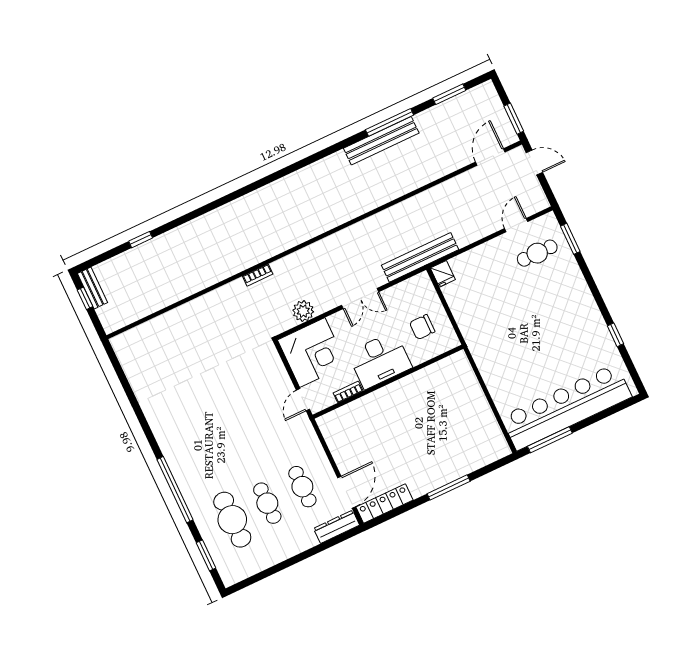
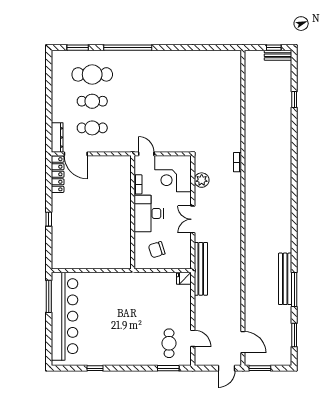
chair: (422, 327) -> (157, 250), turned -108
window: (449, 487) -> (49, 219), width x0.46

